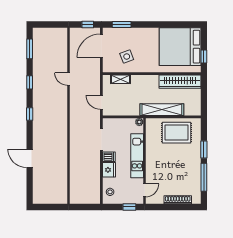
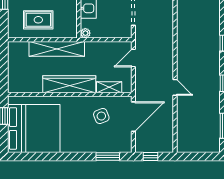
door: (101, 46) -> (133, 117), moved
wardrobe: (180, 82) -> (69, 84), moved
door: (101, 102) -> (133, 58), swing flipped
rug: (176, 133) -> (38, 20), width x0.73, depth x0.70

